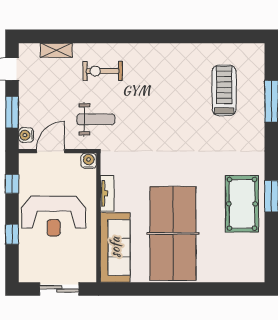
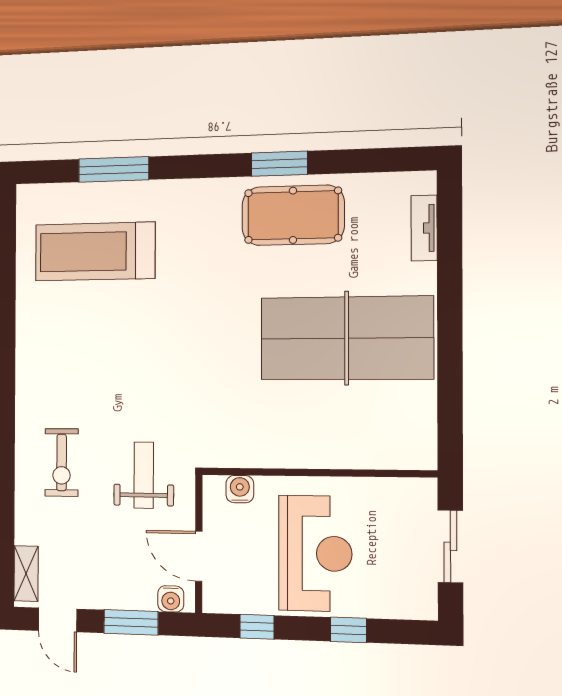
shelving: (56, 50) -> (26, 574), moved
treadmill: (224, 90) -> (95, 252), width x1.37, depth x1.38
water cooler: (89, 161) -> (240, 489), moved, turned 90
tv unit: (107, 193) -> (424, 228), moved, turned -90
sofa: (115, 247) -> (373, 443), removed

